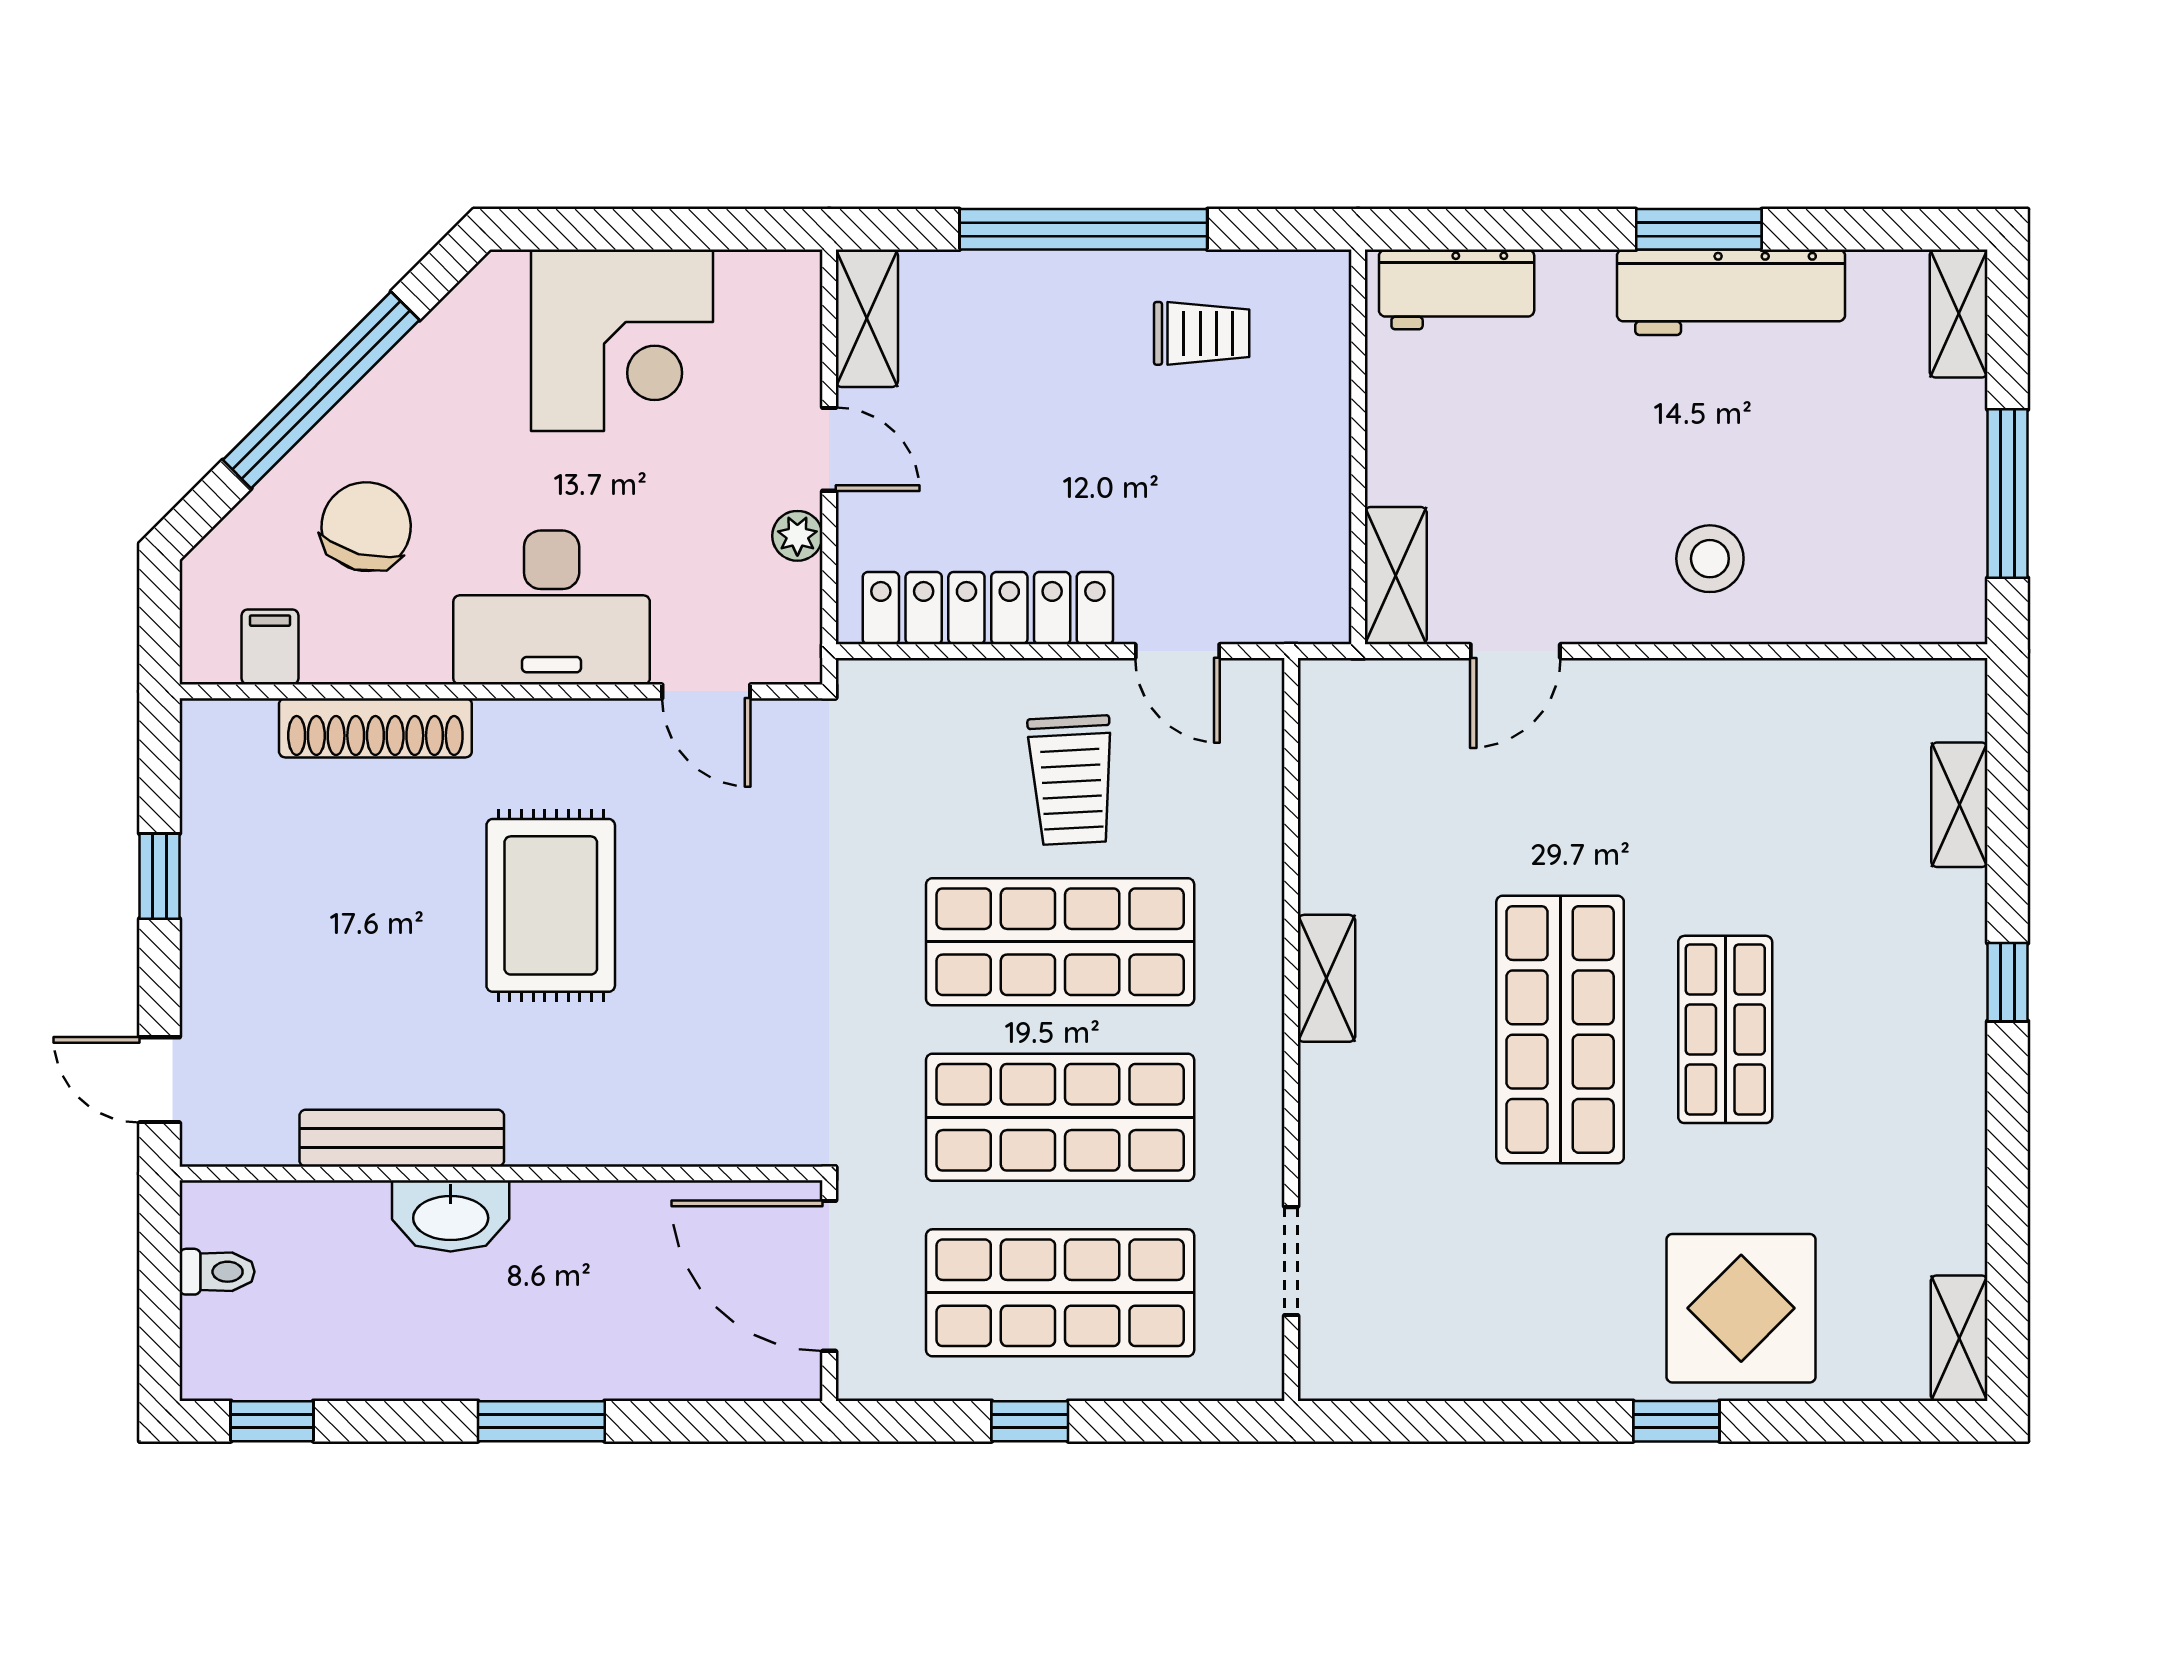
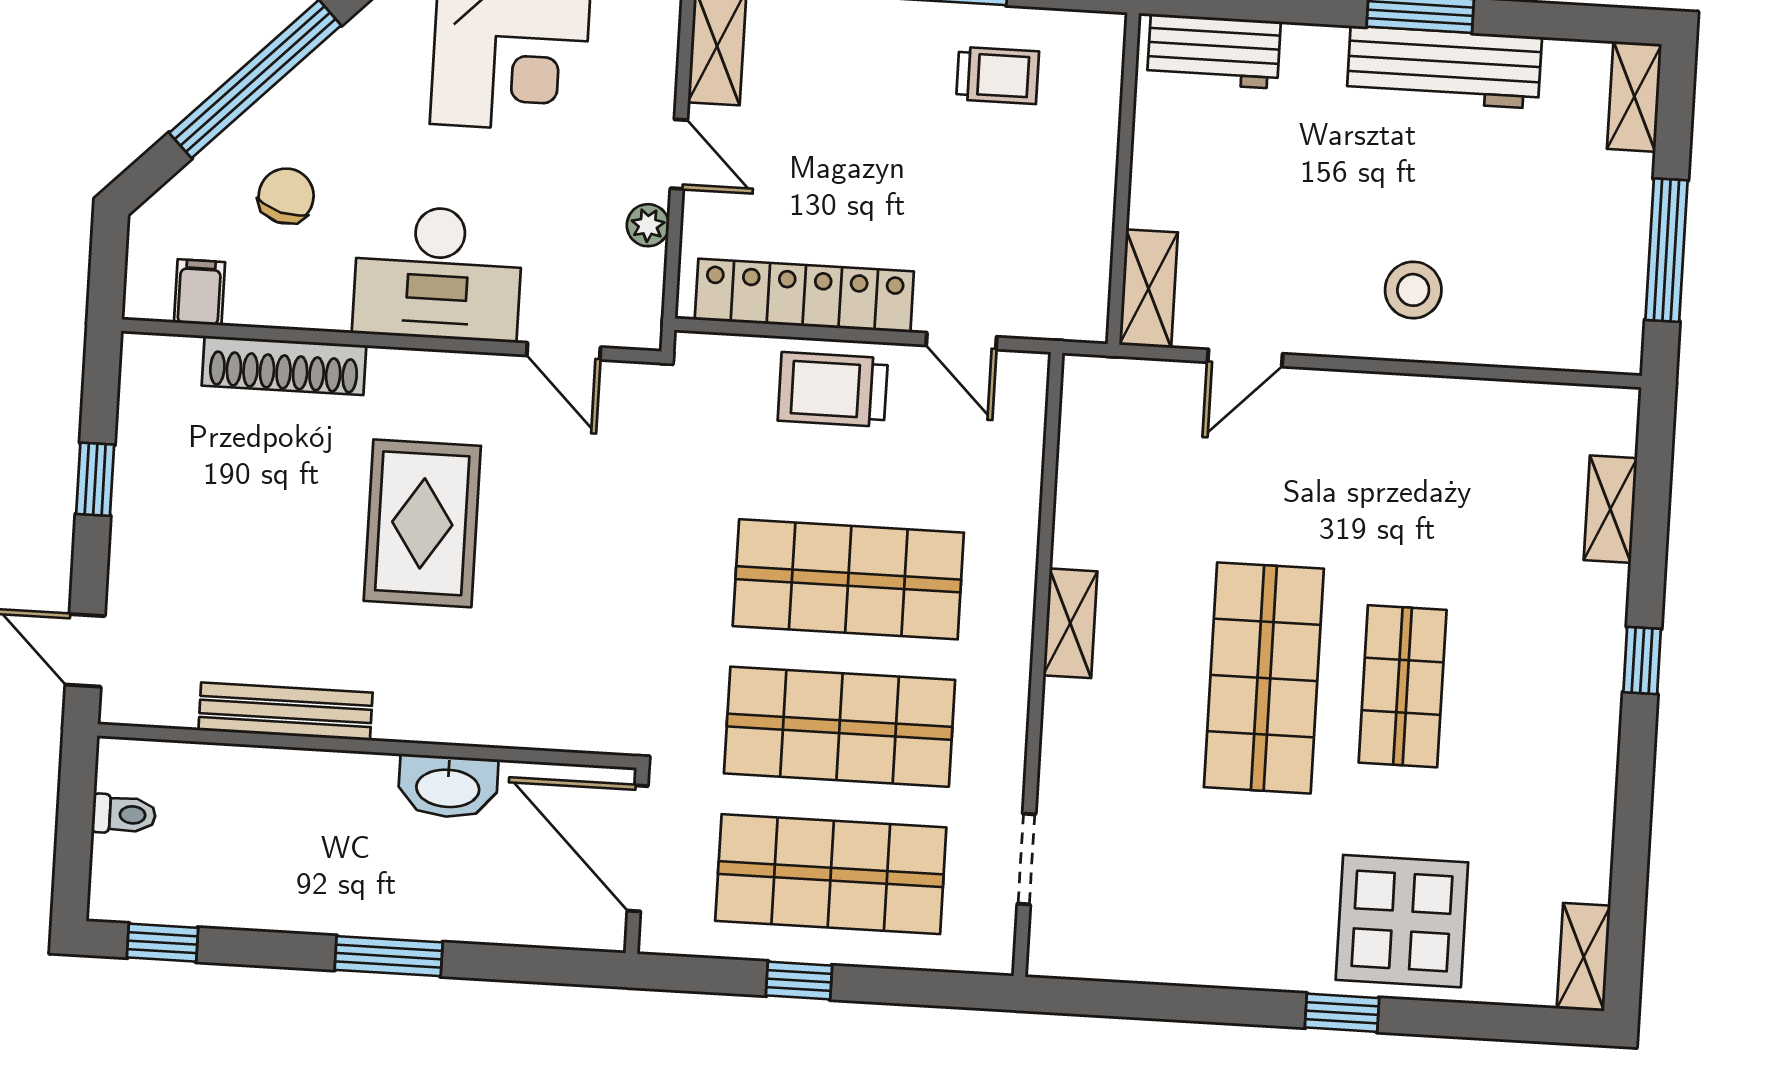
chair: (366, 527) -> (286, 196), width x0.73, depth x0.73
trolley: (1071, 780) -> (833, 389), moved, turned 93
washbasin: (451, 1216) -> (448, 787), moved

